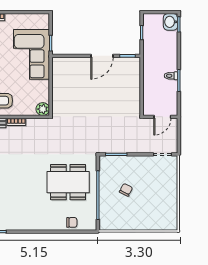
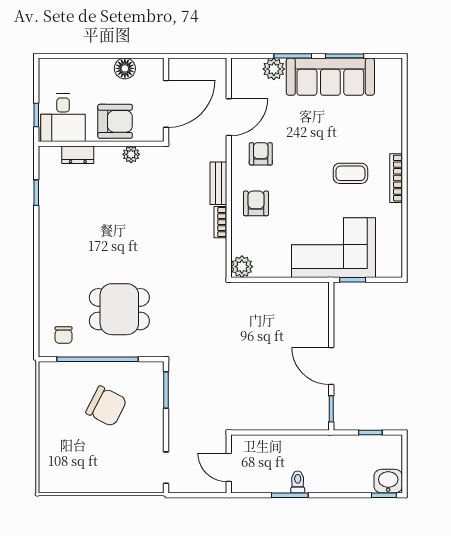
dining table: (68, 182) -> (119, 309), width x0.73
chair: (126, 190) -> (106, 406), width x1.87, depth x1.87
chair: (72, 222) -> (64, 335), moved

